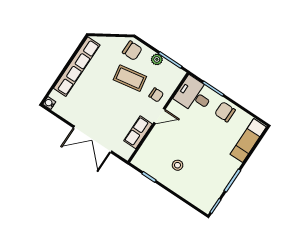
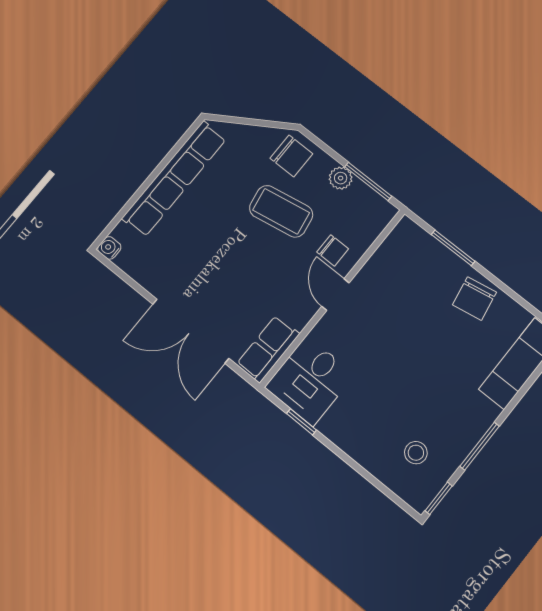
desk: (194, 95) -> (310, 381), moved, turned -90
chair: (225, 112) -> (474, 299), turned -100
door: (159, 116) -> (335, 295), swing flipped
row of seats: (138, 132) -> (268, 349), moved
stool: (178, 165) -> (416, 453), moved

